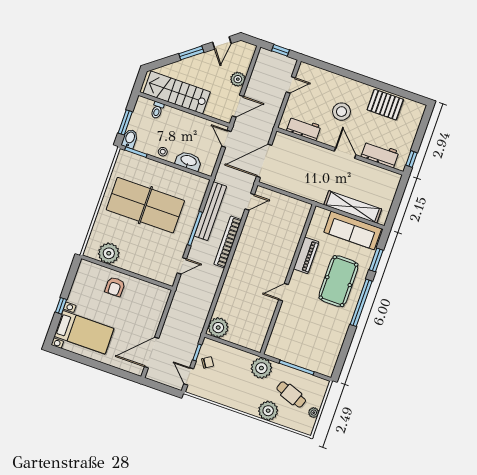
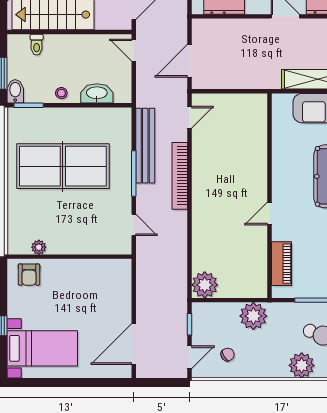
door: (264, 161) -> (189, 61), width x0.73
plant: (109, 253) -> (39, 247), width x0.53, depth x0.53
piano: (306, 255) -> (281, 264), moved
door: (182, 266) -> (134, 225), hinge flipped
armchair: (115, 287) -> (29, 275), moved
chair: (208, 362) -> (228, 354), moved
plant: (261, 368) -> (253, 316), moved
door: (189, 376) -> (189, 357), swing flipped

